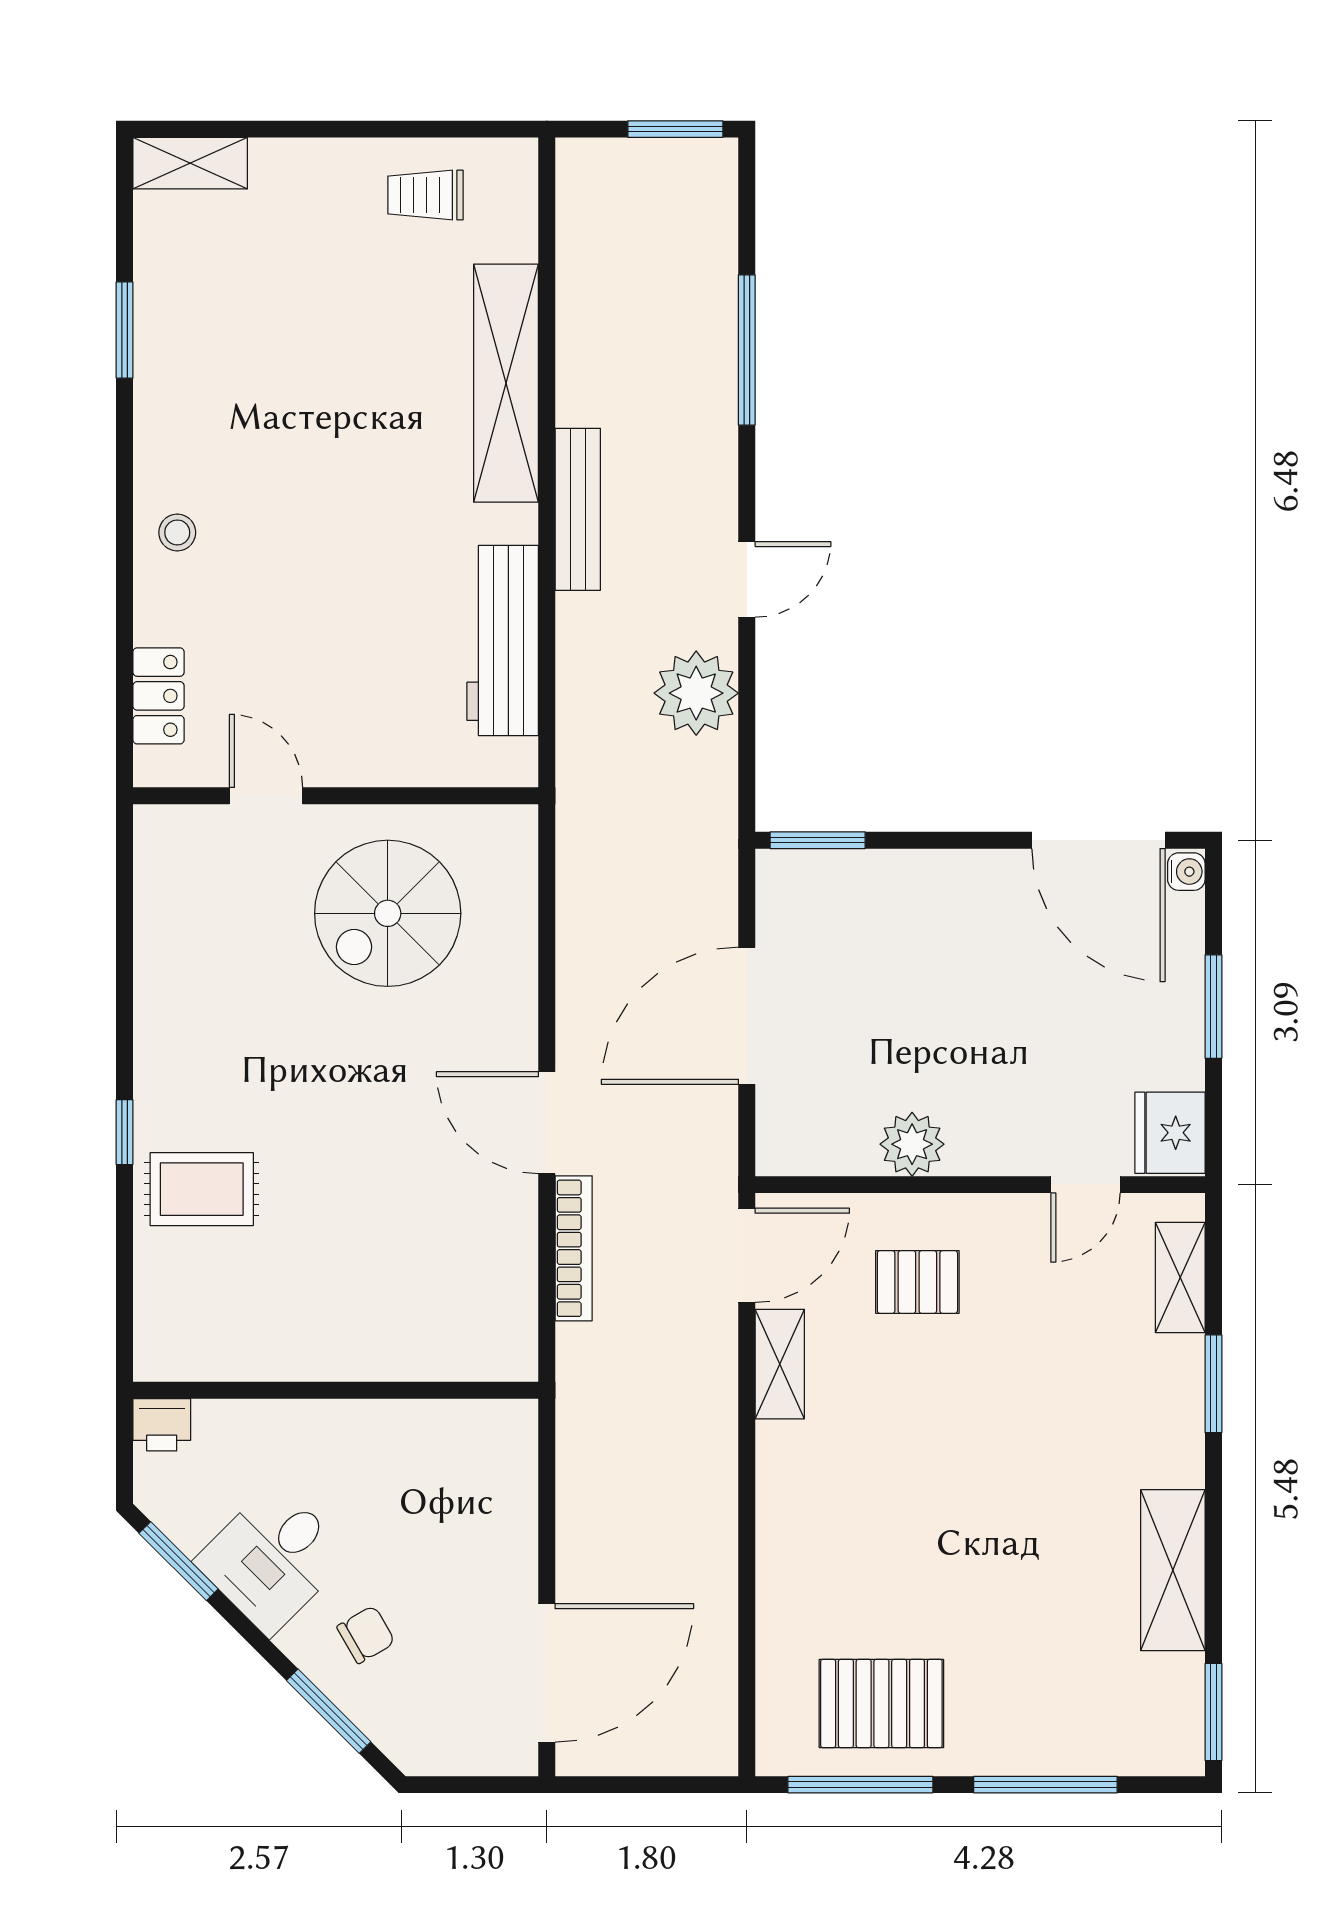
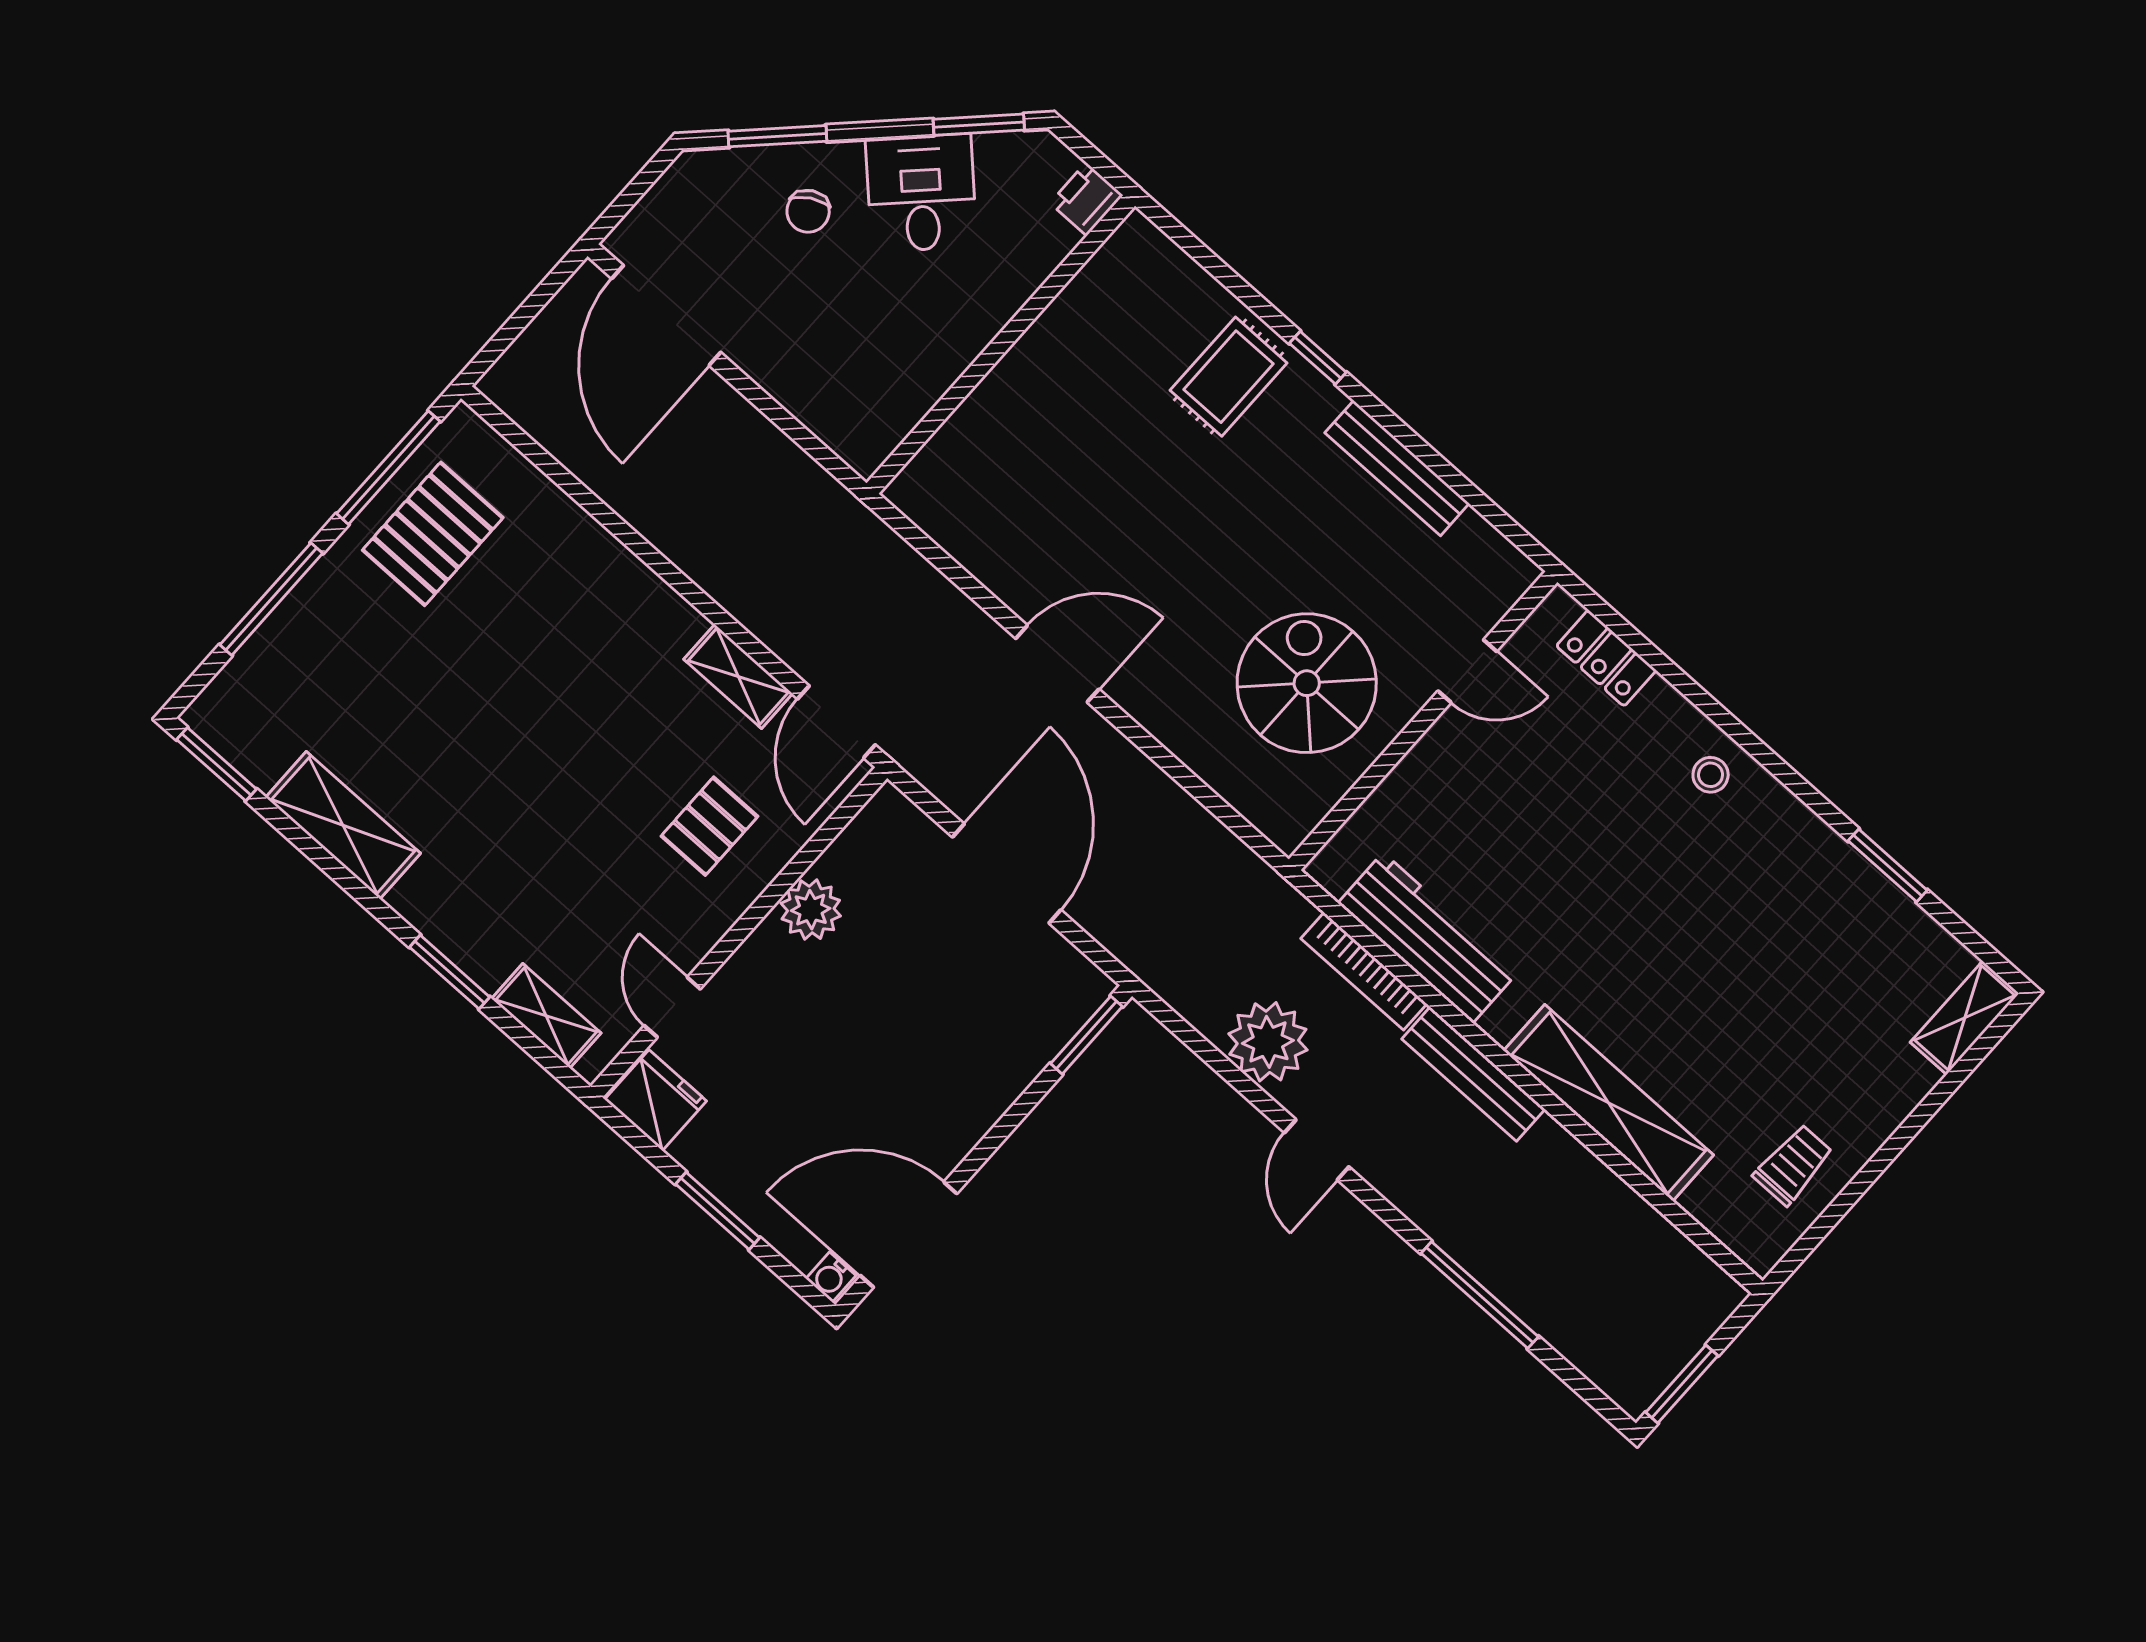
bench: (156, 993) -> (1397, 468), added
bookcase: (574, 1248) -> (1364, 971), moved

